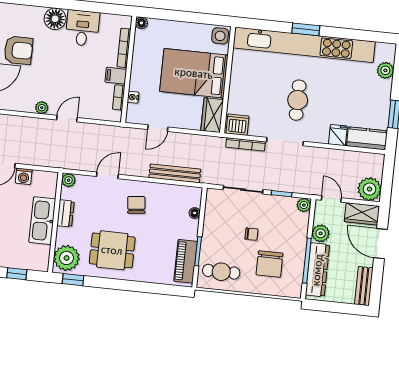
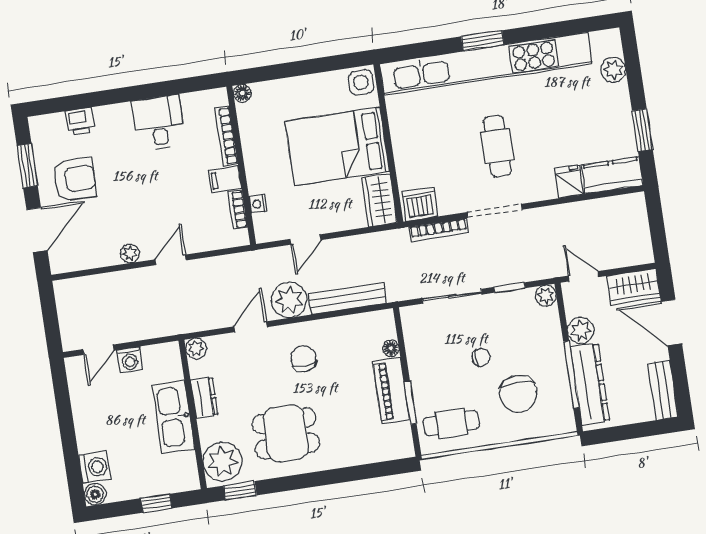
printer: (32, 14) -> (80, 121), added
floor lamp: (55, 19) -> (116, 120), removed
plant: (369, 189) -> (289, 300), moved
piano: (186, 261) -> (391, 391), moved

